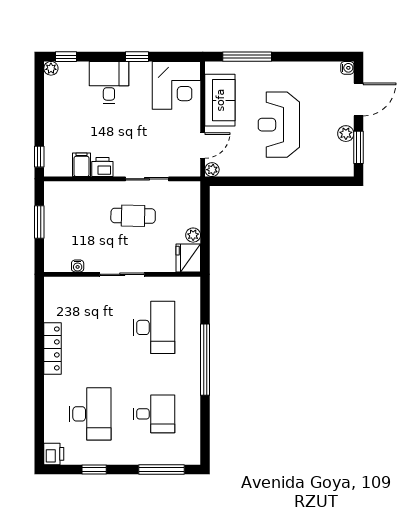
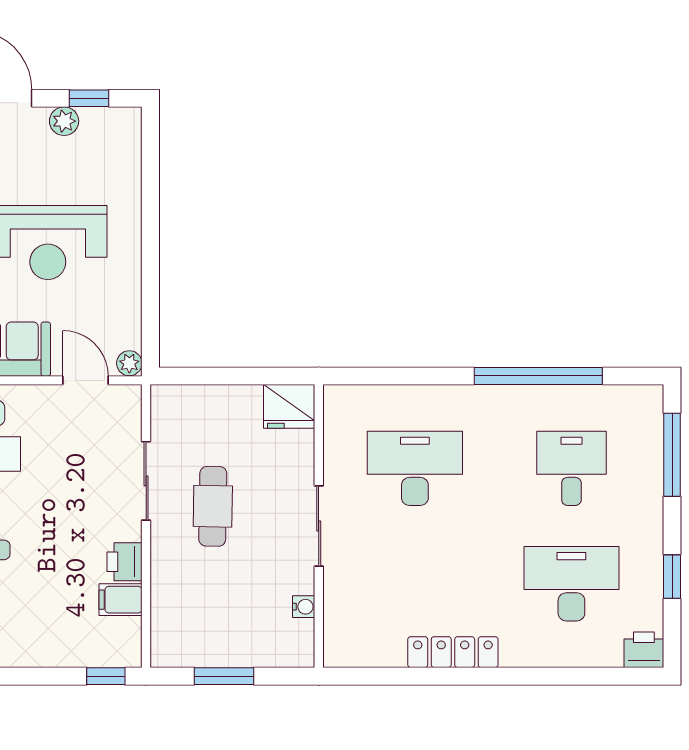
window: (358, 147) -> (89, 98), width x0.67
plant: (193, 235) -> (248, 398), removed
window: (205, 360) -> (538, 376), moved

